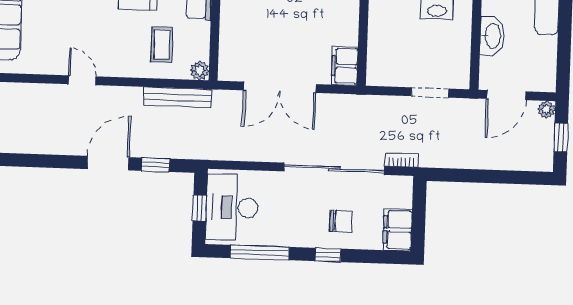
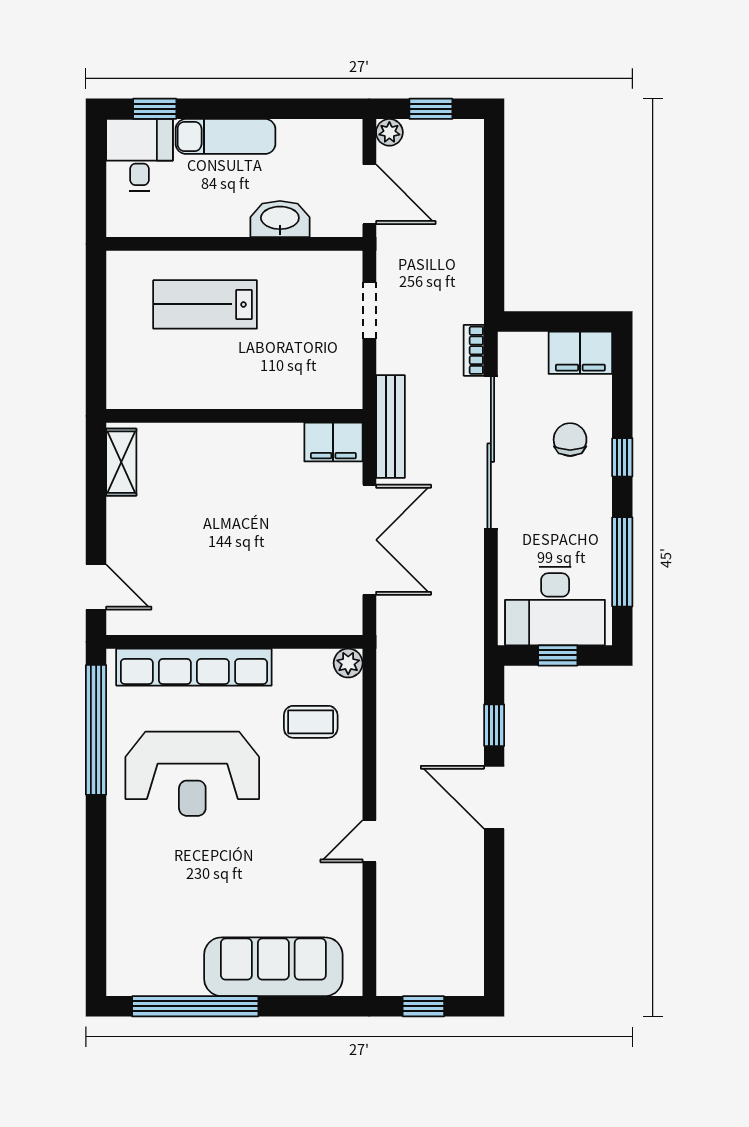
bench: (178, 98) -> (390, 427), moved

